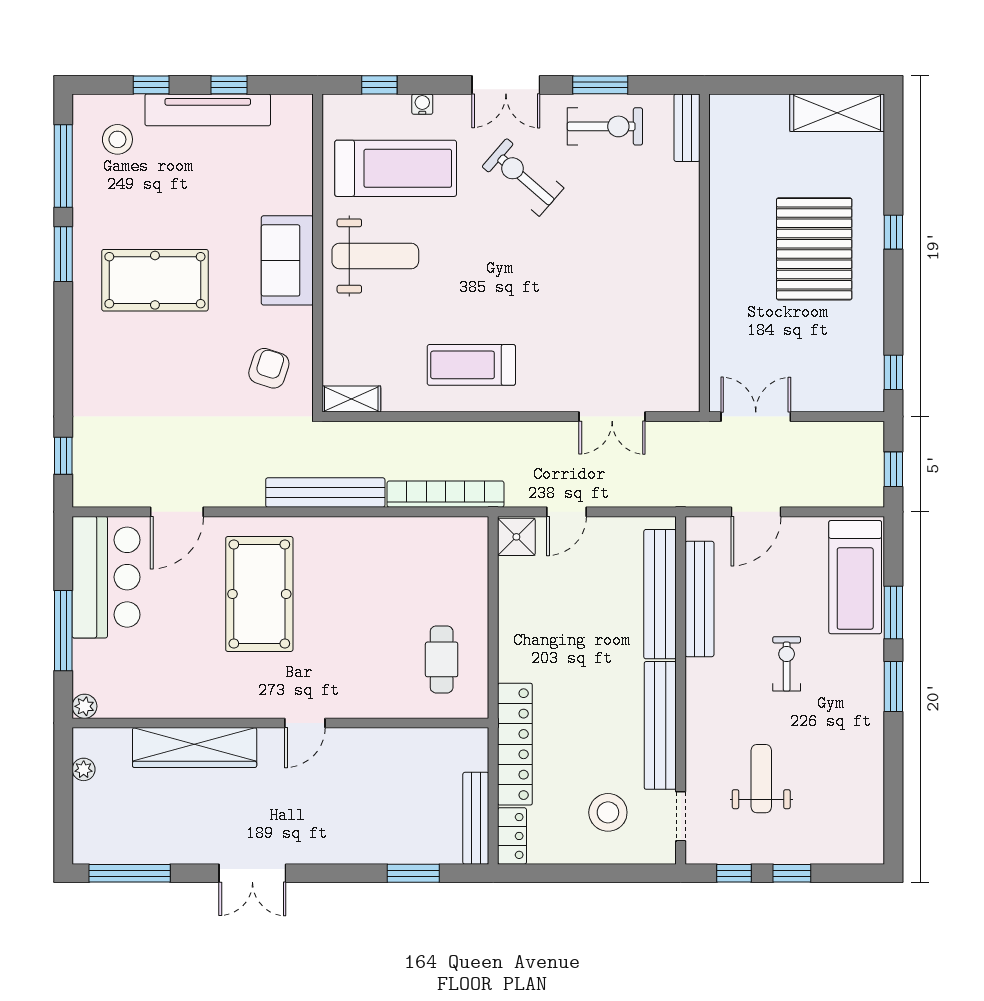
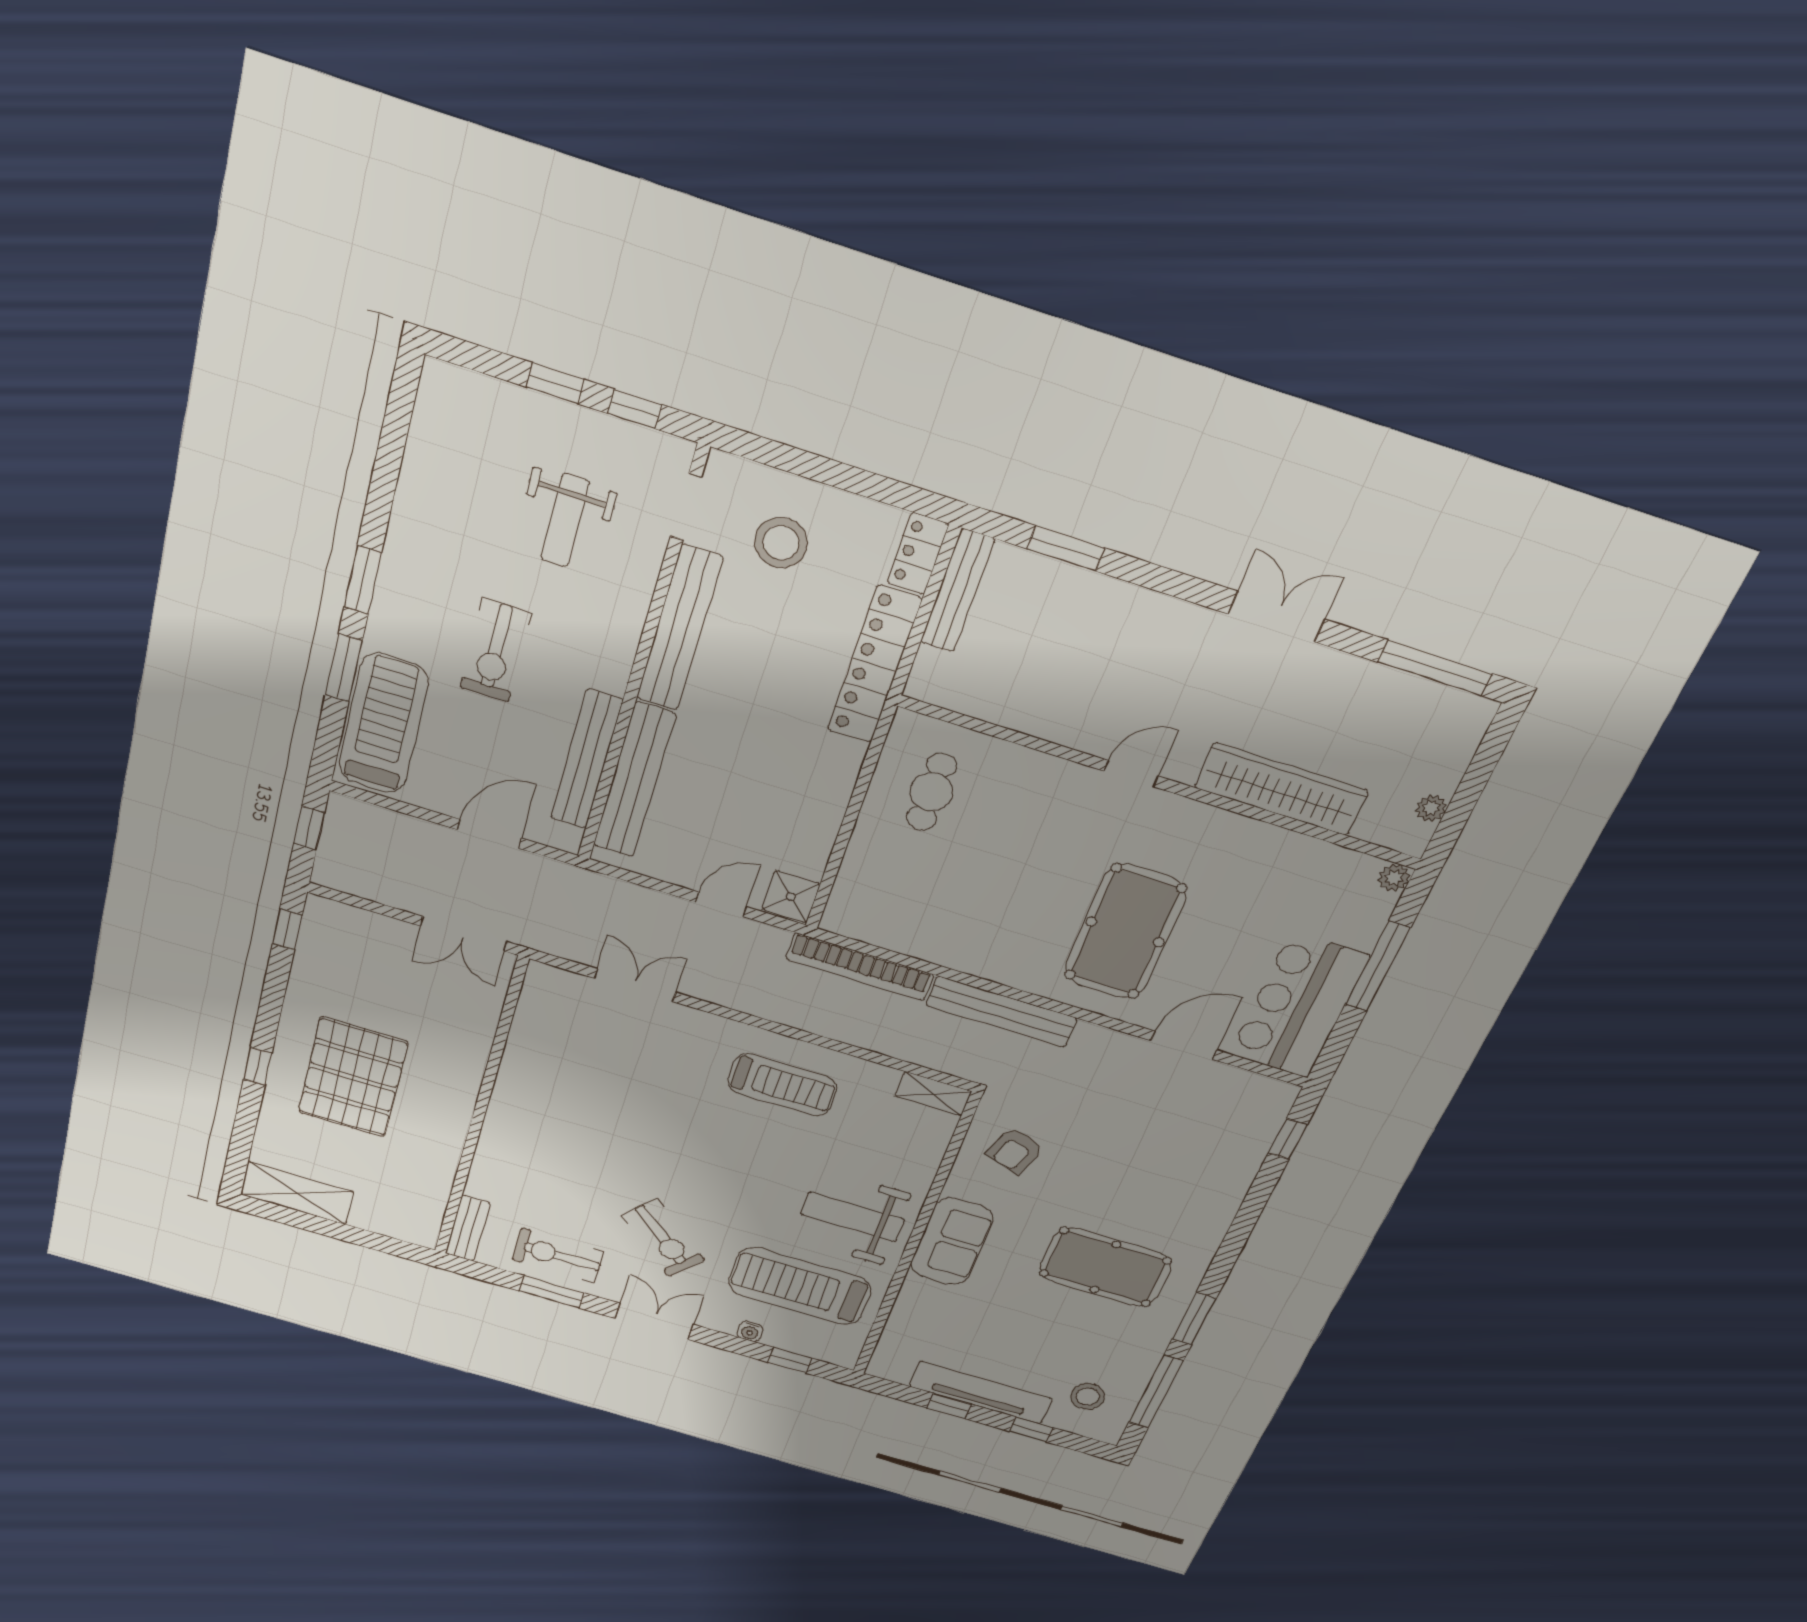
exercise bike: (787, 664) -> (495, 650), width x1.38, depth x1.39

